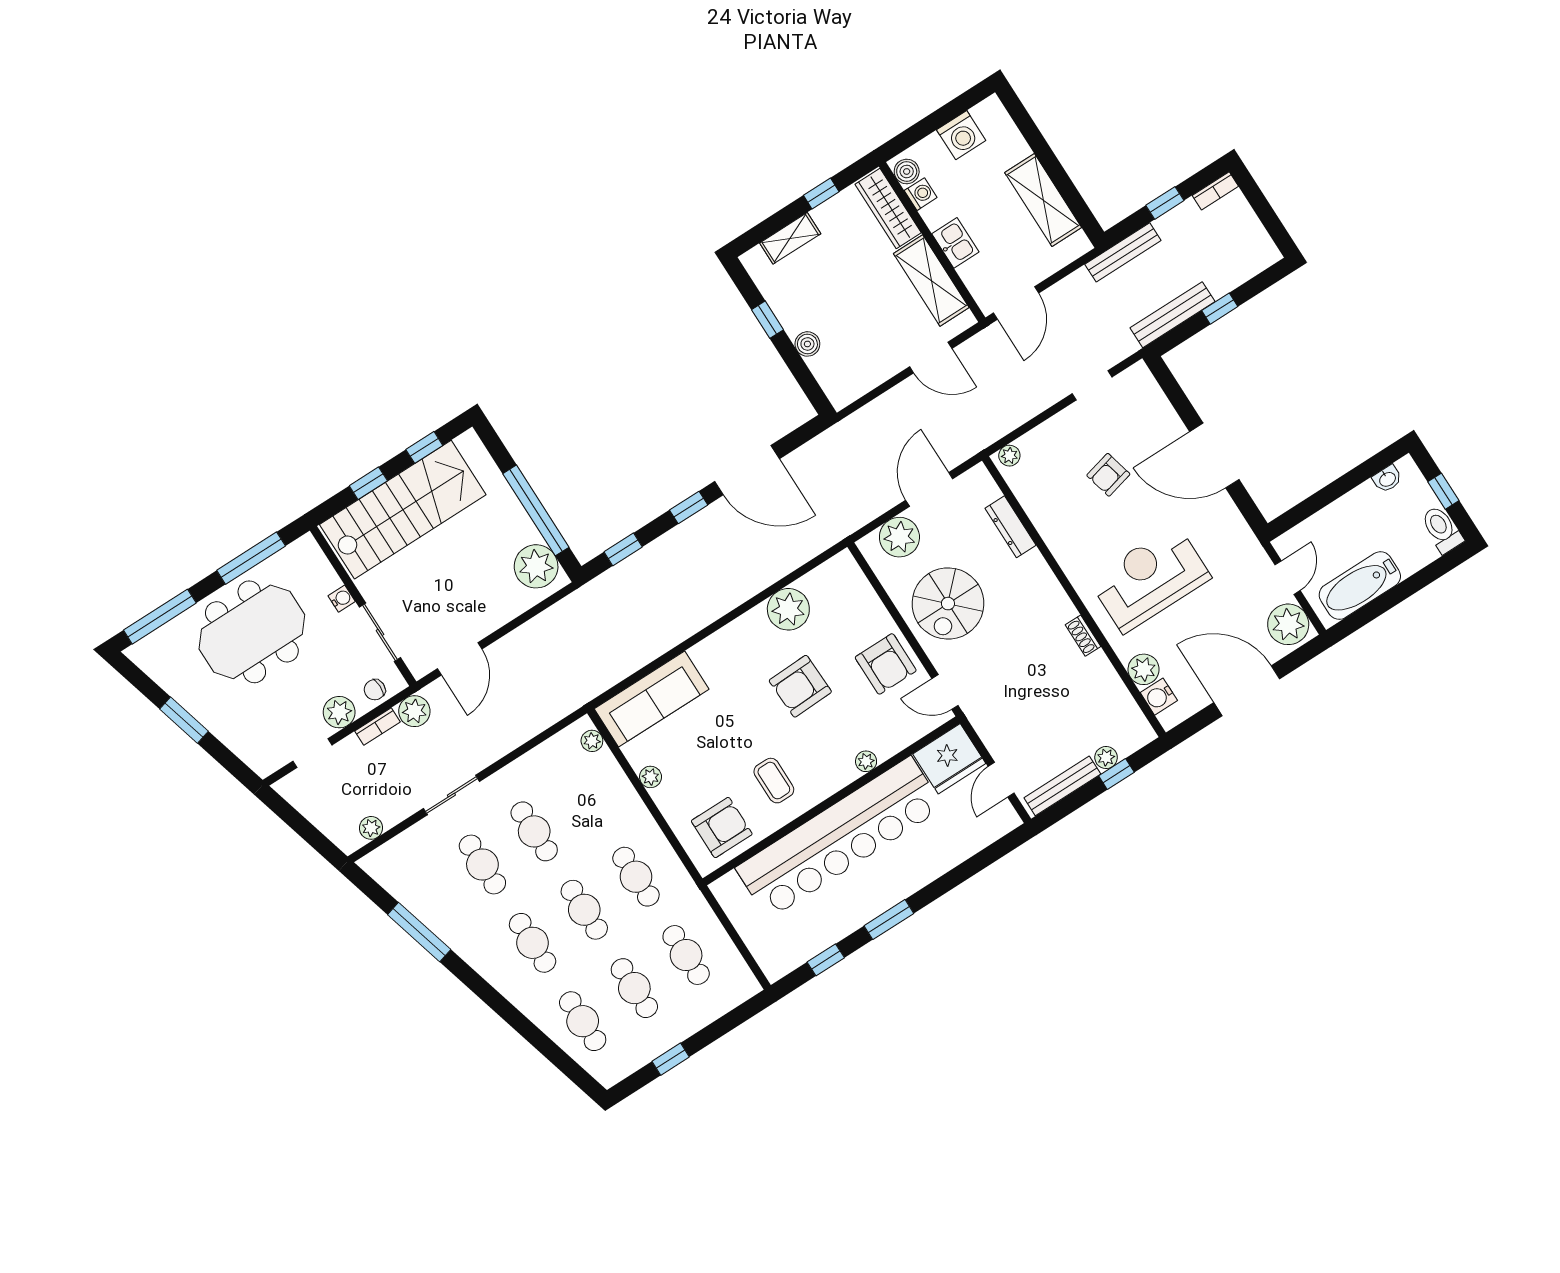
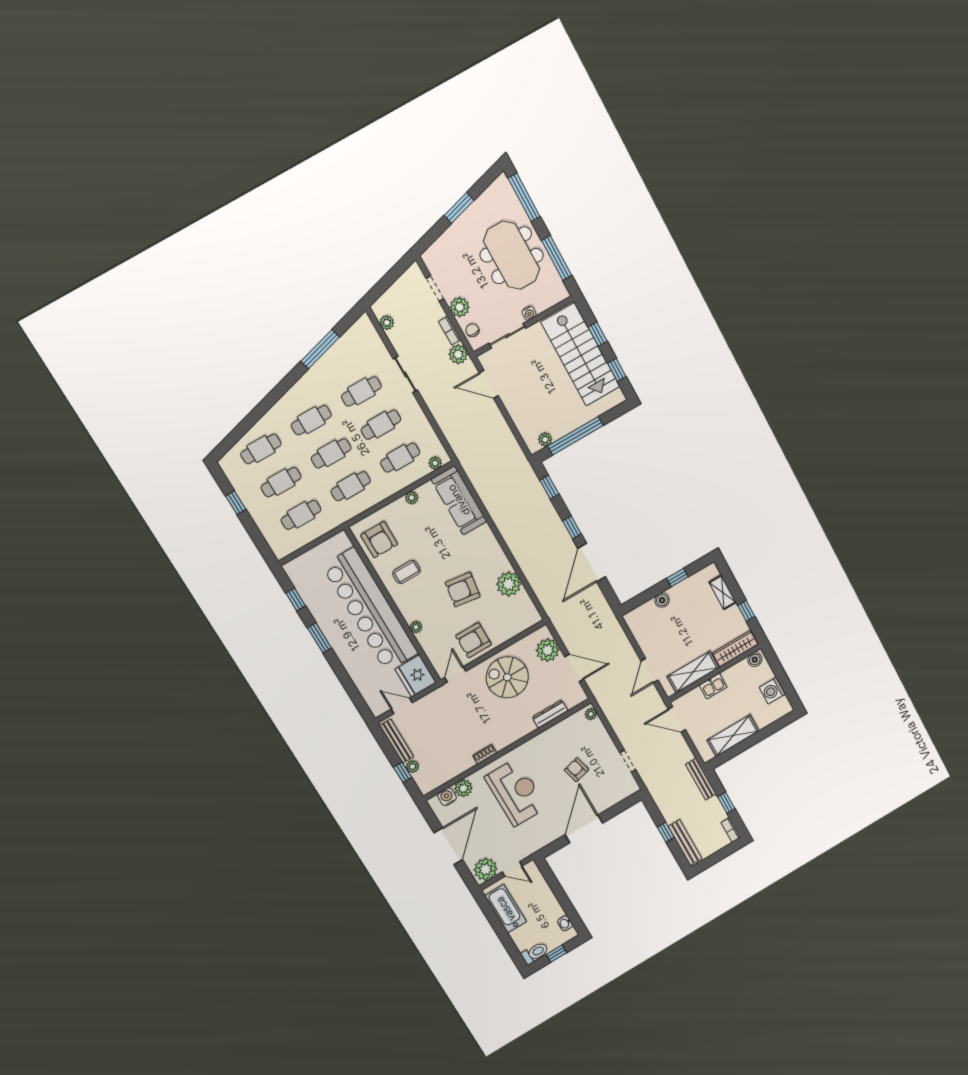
washing machine: (921, 194) -> (742, 667), removed
bench: (1173, 315) -> (685, 843), moved
plant: (536, 566) -> (545, 439), width x0.53, depth x0.53
armchair: (800, 686) -> (463, 590), turned -80
cafe table: (586, 798) -> (400, 458), added

